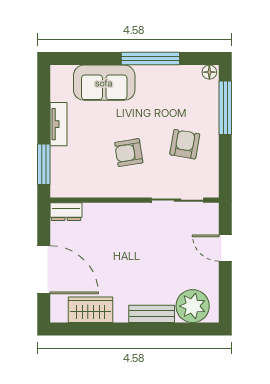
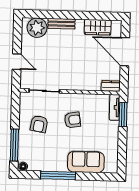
tv unit: (58, 124) -> (115, 107), moved

